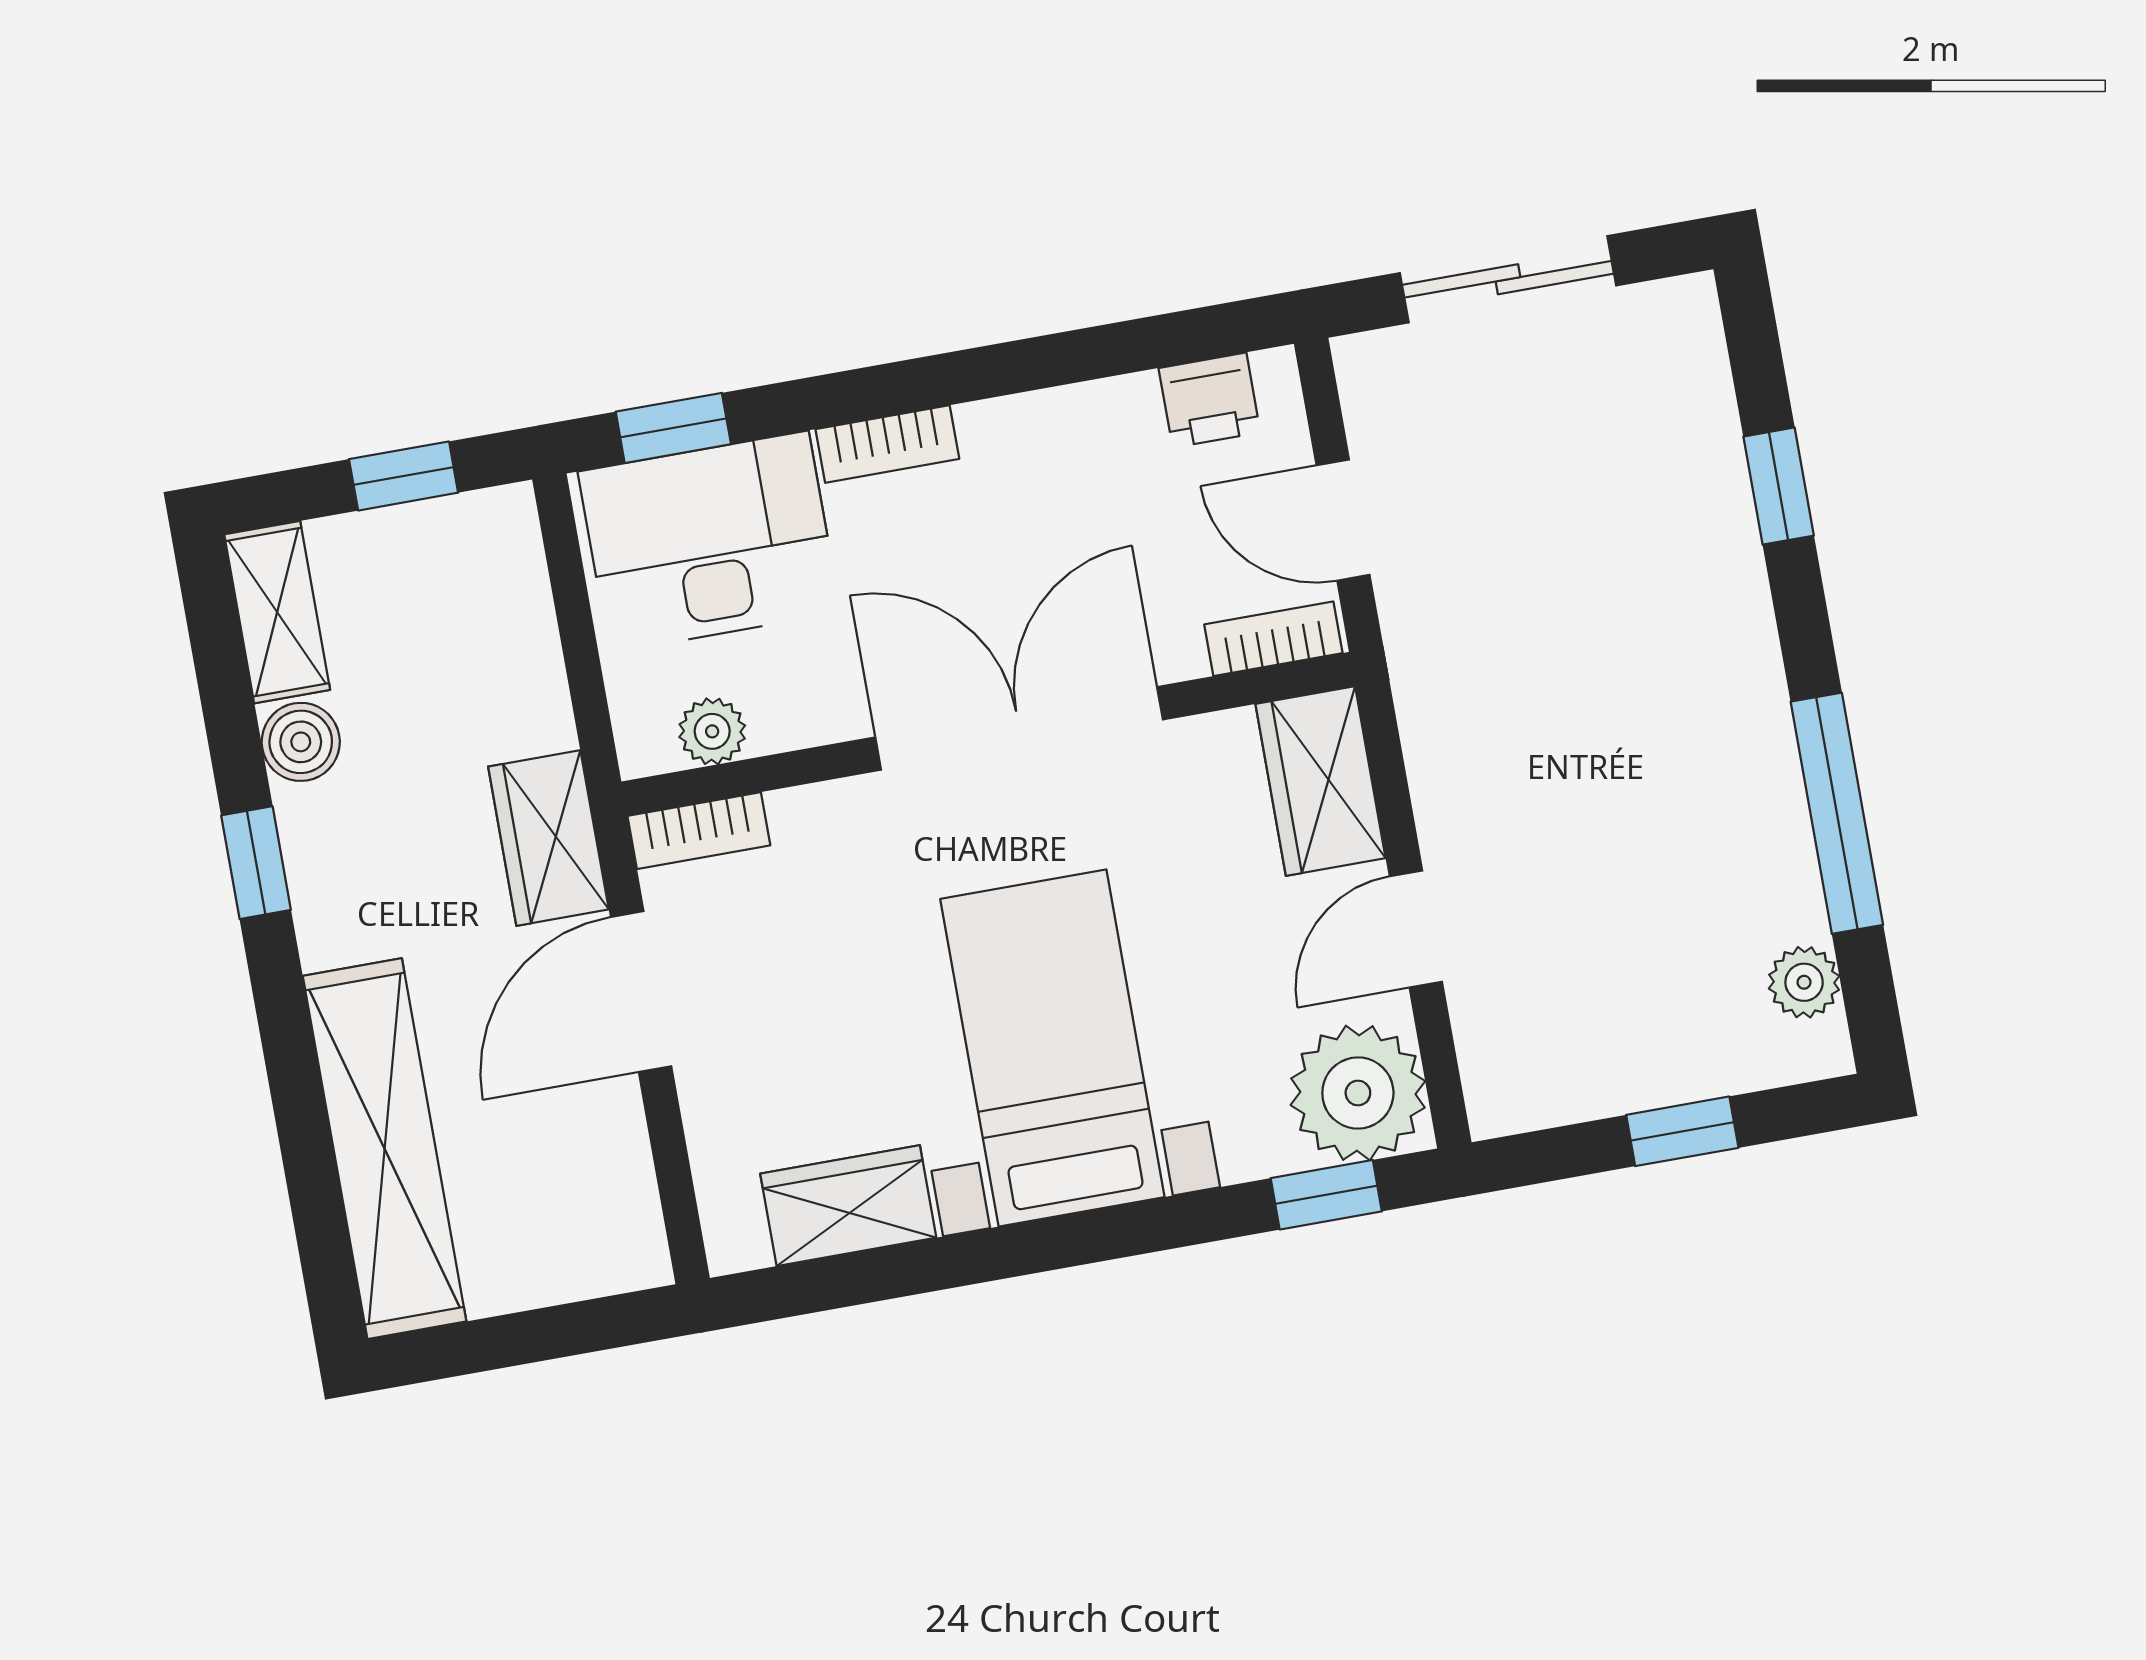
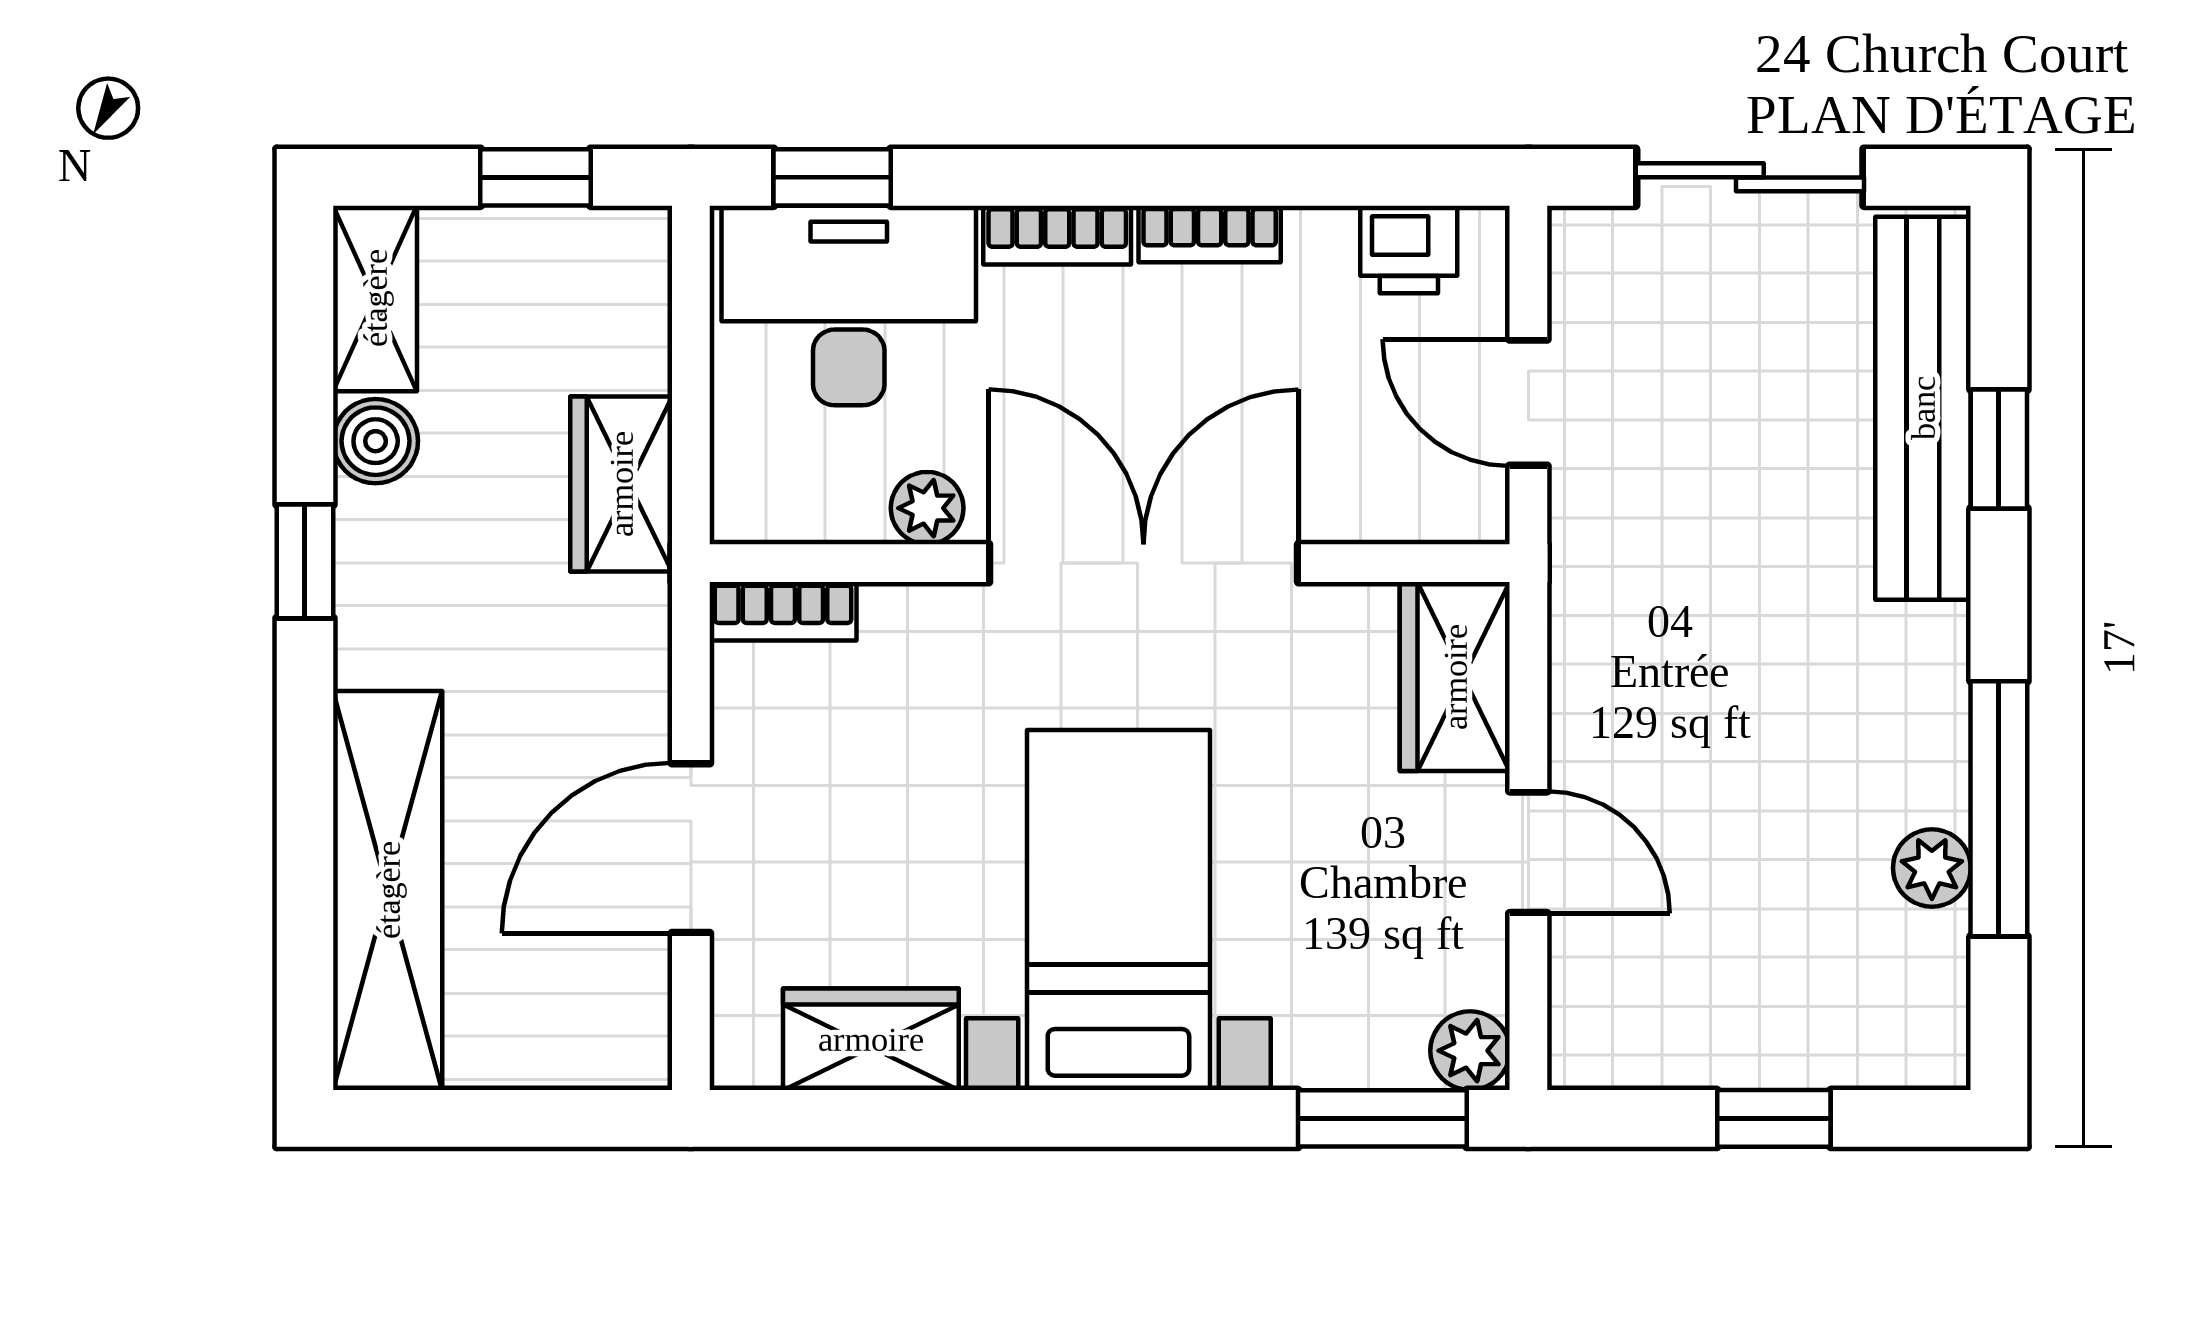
bench: (1703, 461) -> (1923, 408), added
bookcase: (1273, 639) -> (1210, 234), moved, turned 180
plant: (712, 731) -> (927, 508), moved
wardrobe: (548, 838) -> (621, 484), moved
door: (1416, 929) -> (1528, 852), swing flipped
plant: (1804, 982) -> (1932, 868), moved
door: (641, 992) -> (691, 848), moved
plant: (1358, 1093) -> (1470, 1051), width x0.53, depth x0.53
window: (1326, 1195) -> (1382, 1118), width x1.50

